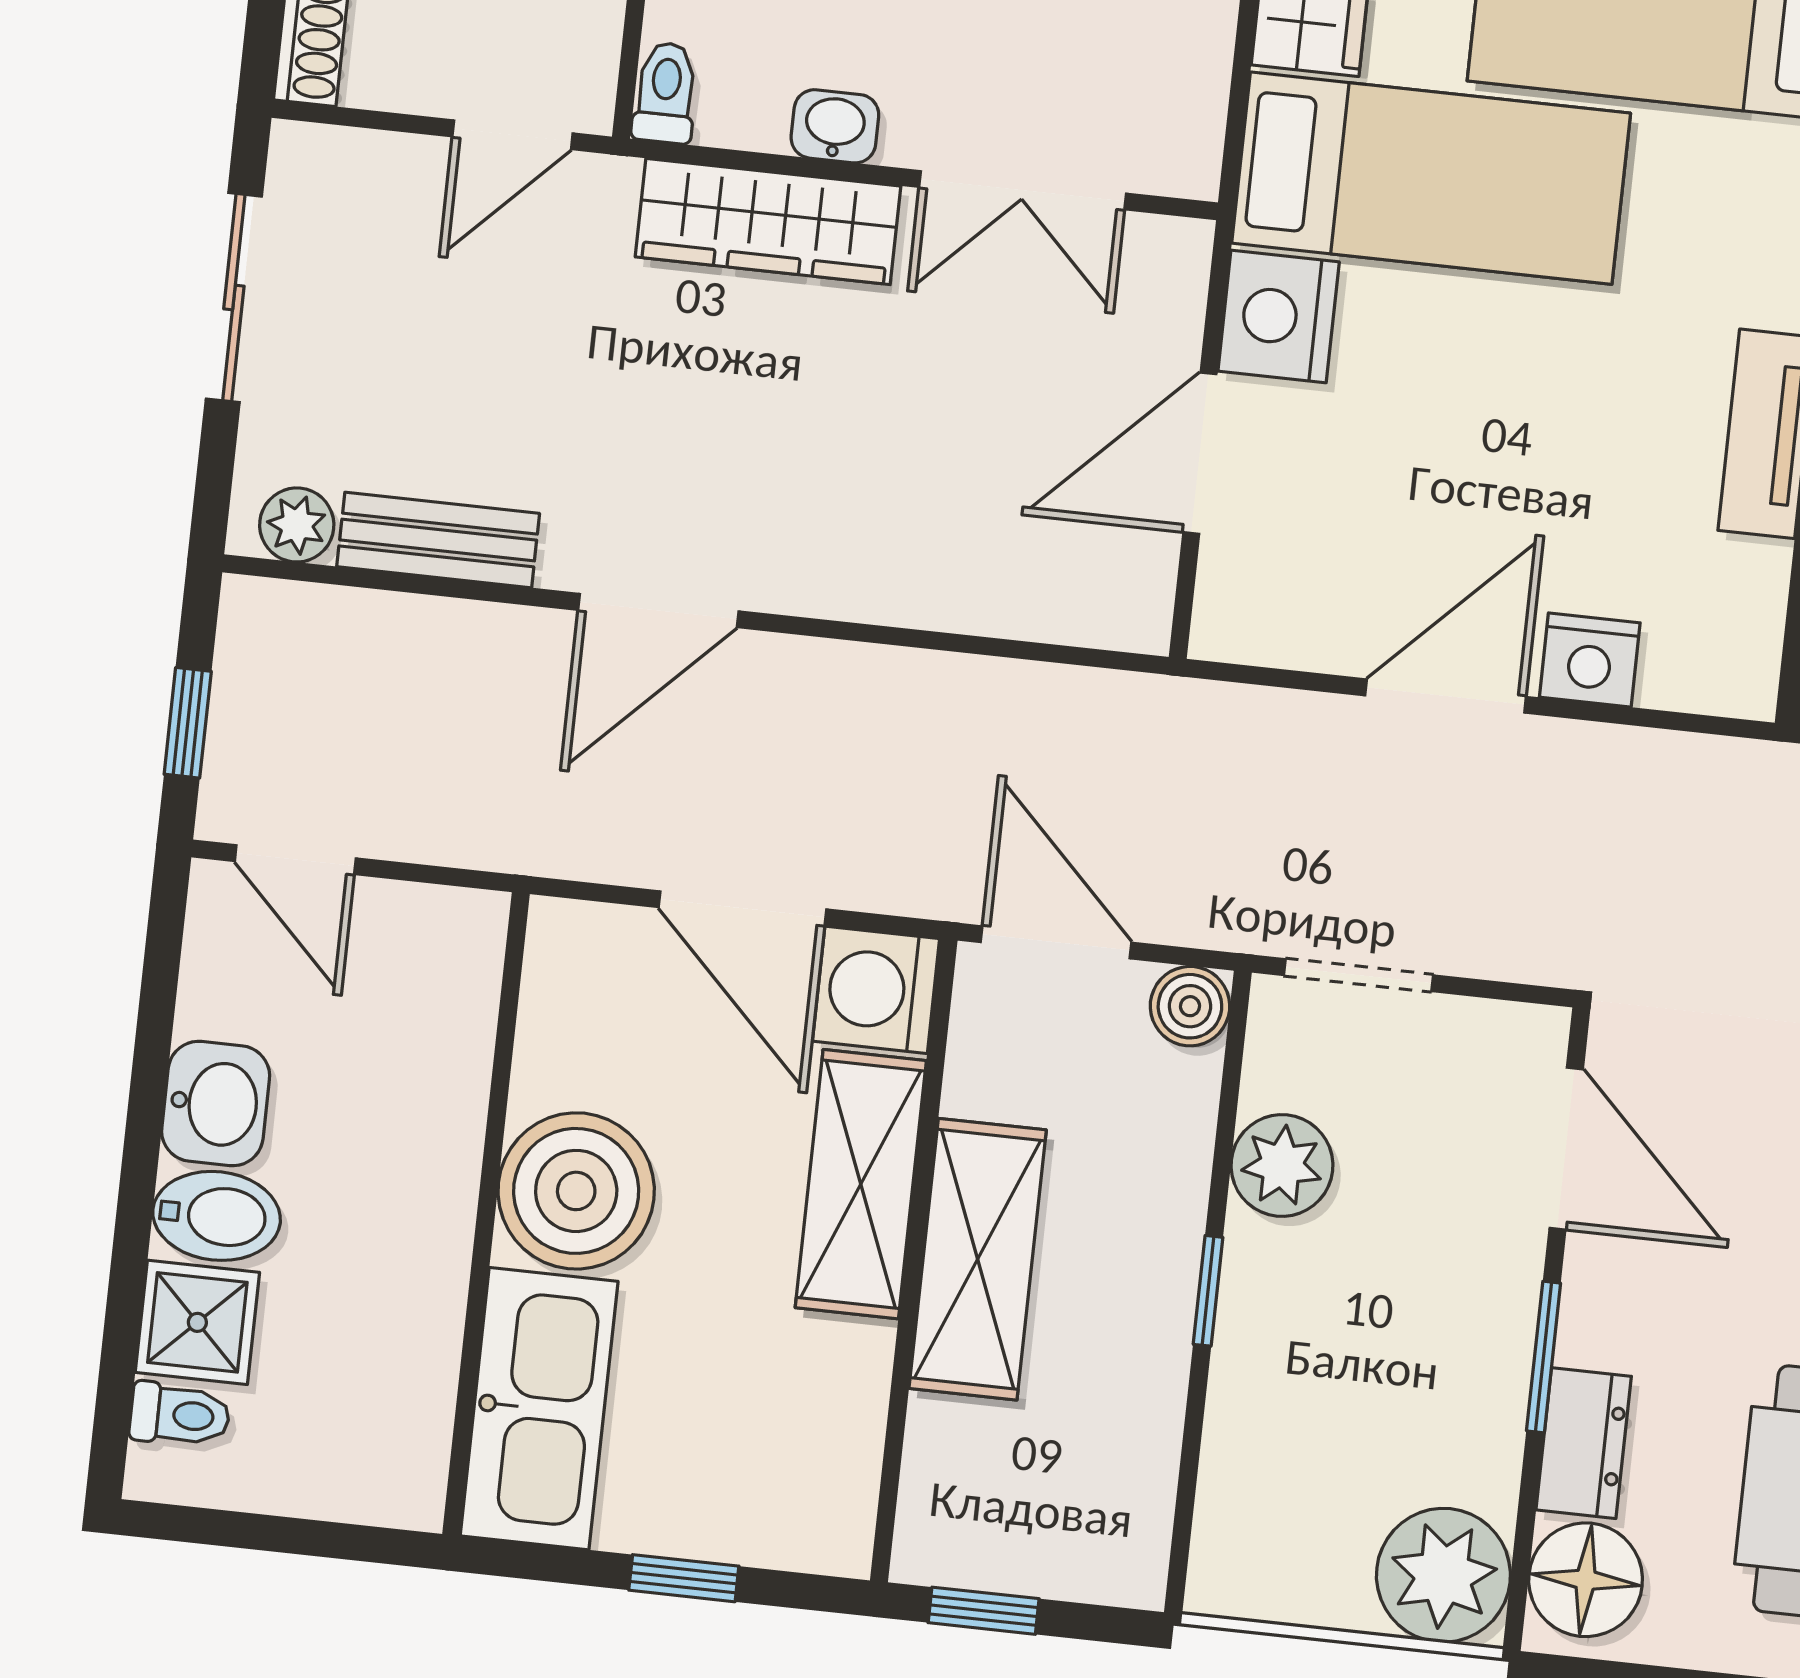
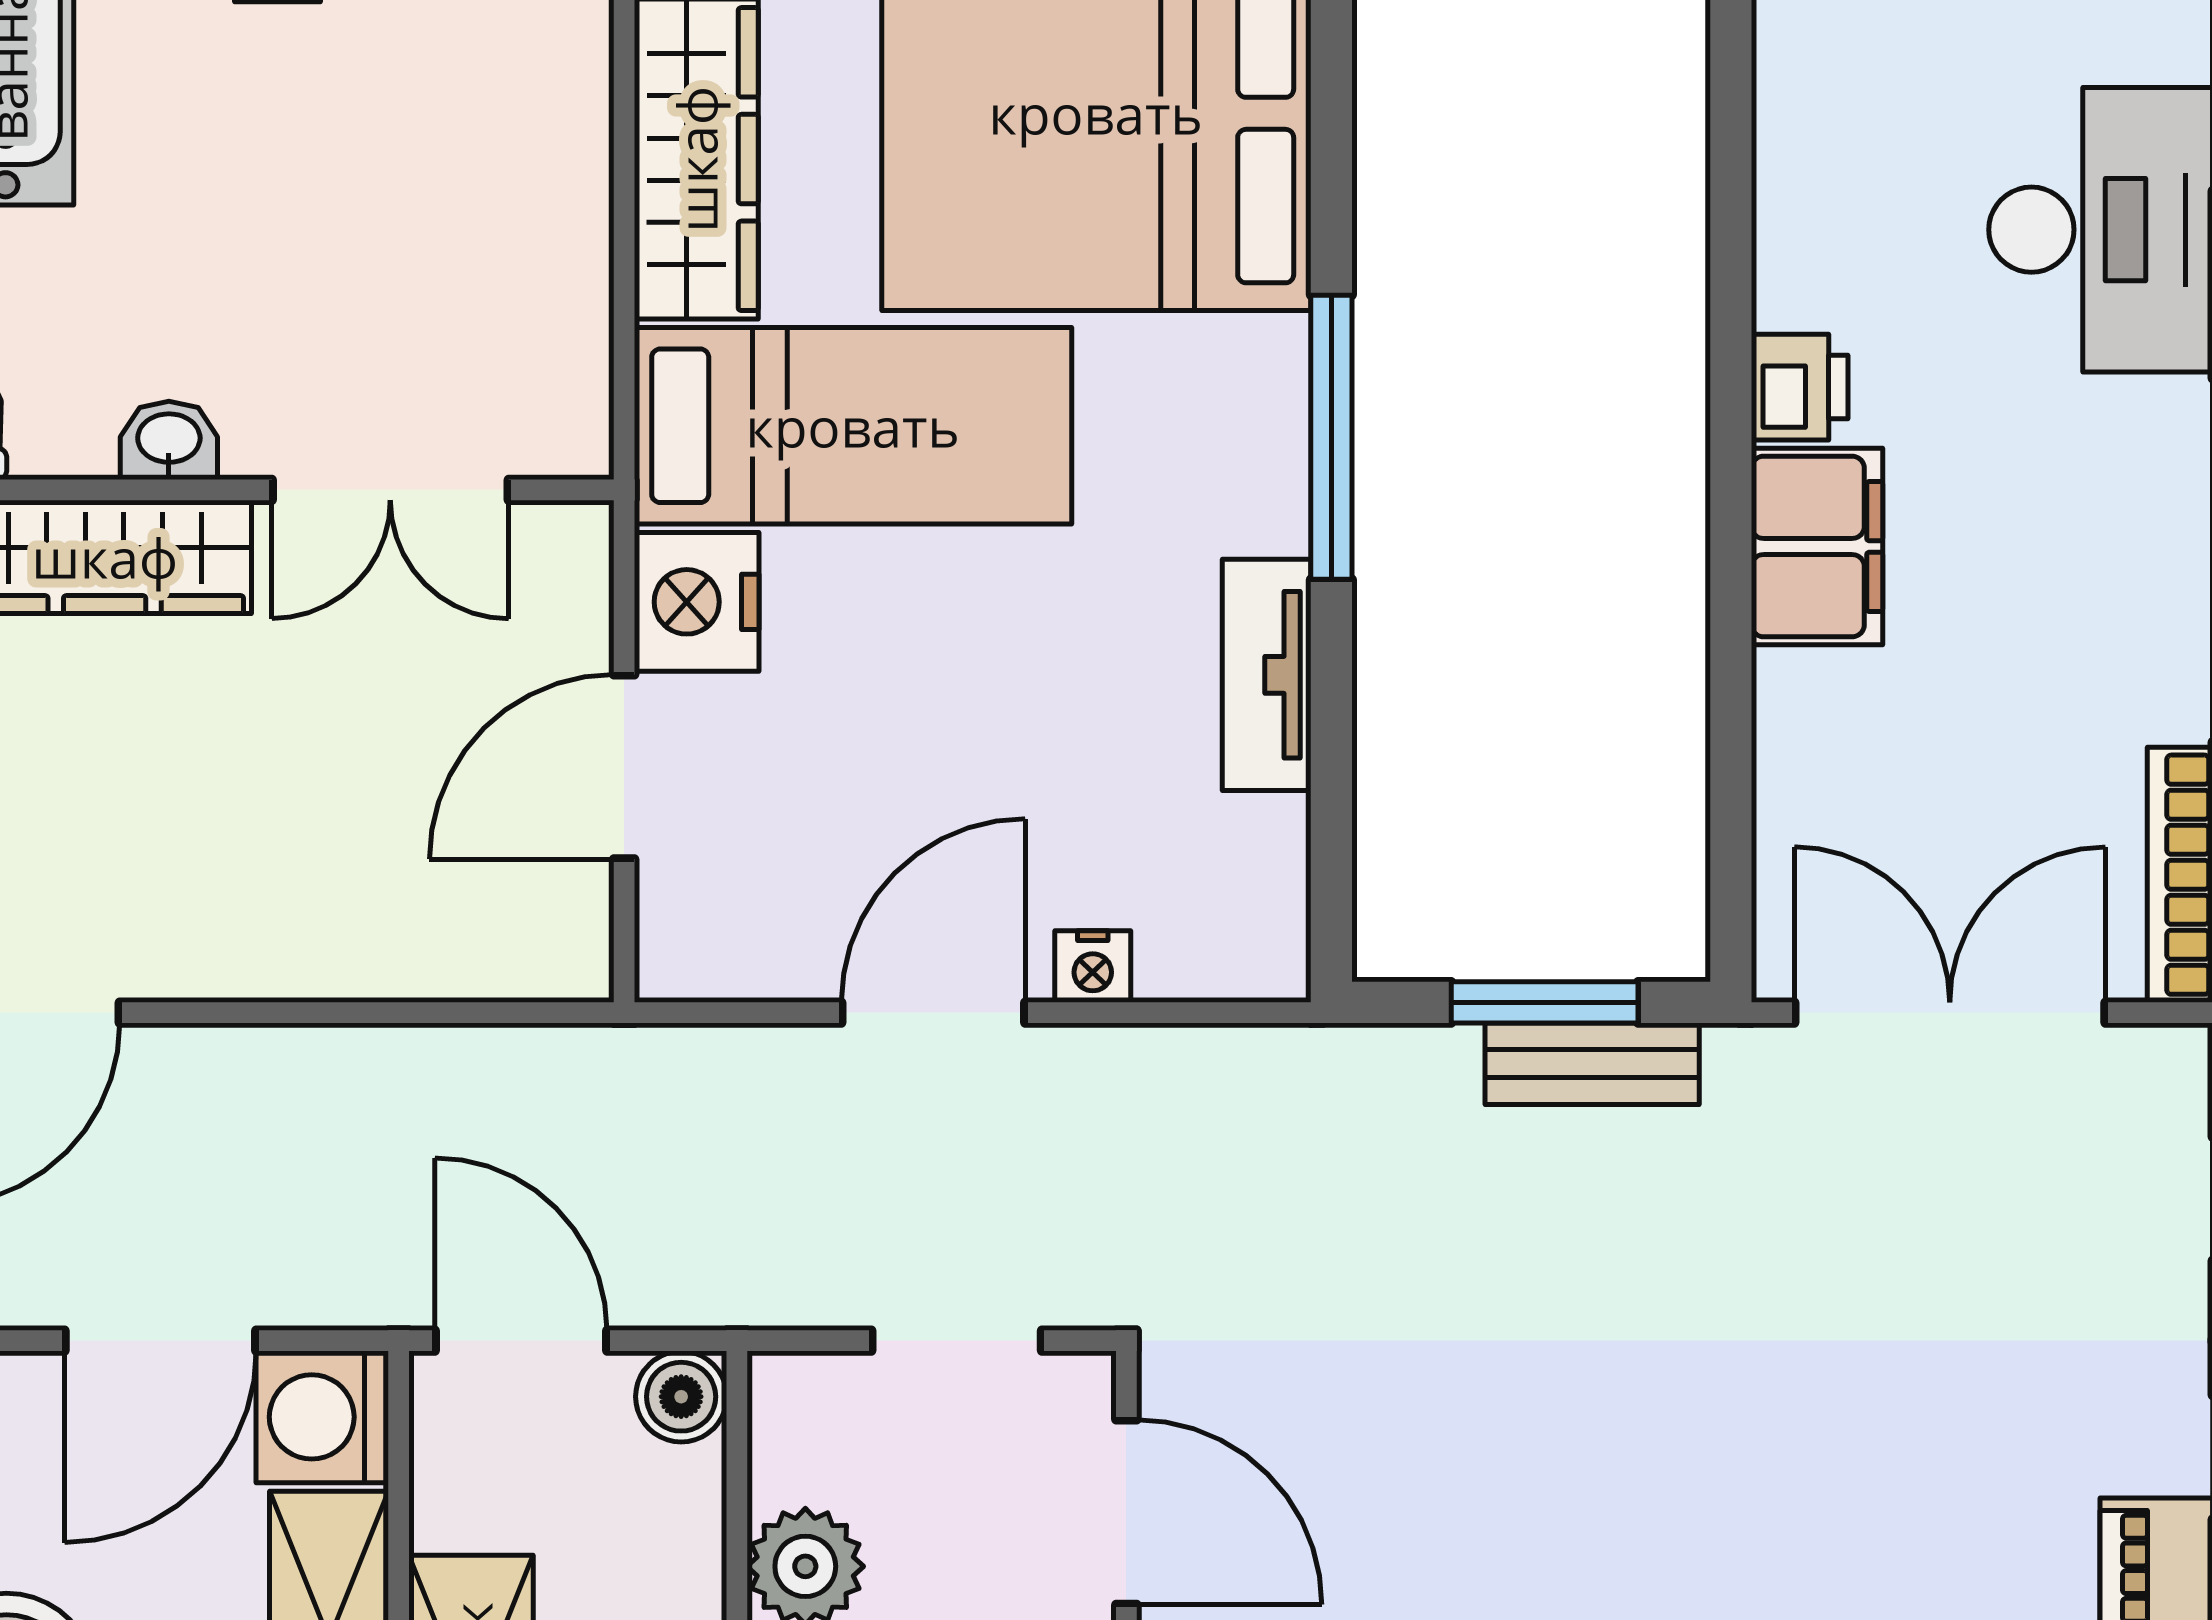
nightstand: (1590, 660) -> (1093, 967), width x0.72, depth x0.74
door: (742, 908) -> (160, 1341), hinge flipped
doorway: (1358, 975) -> (957, 1341), moved

